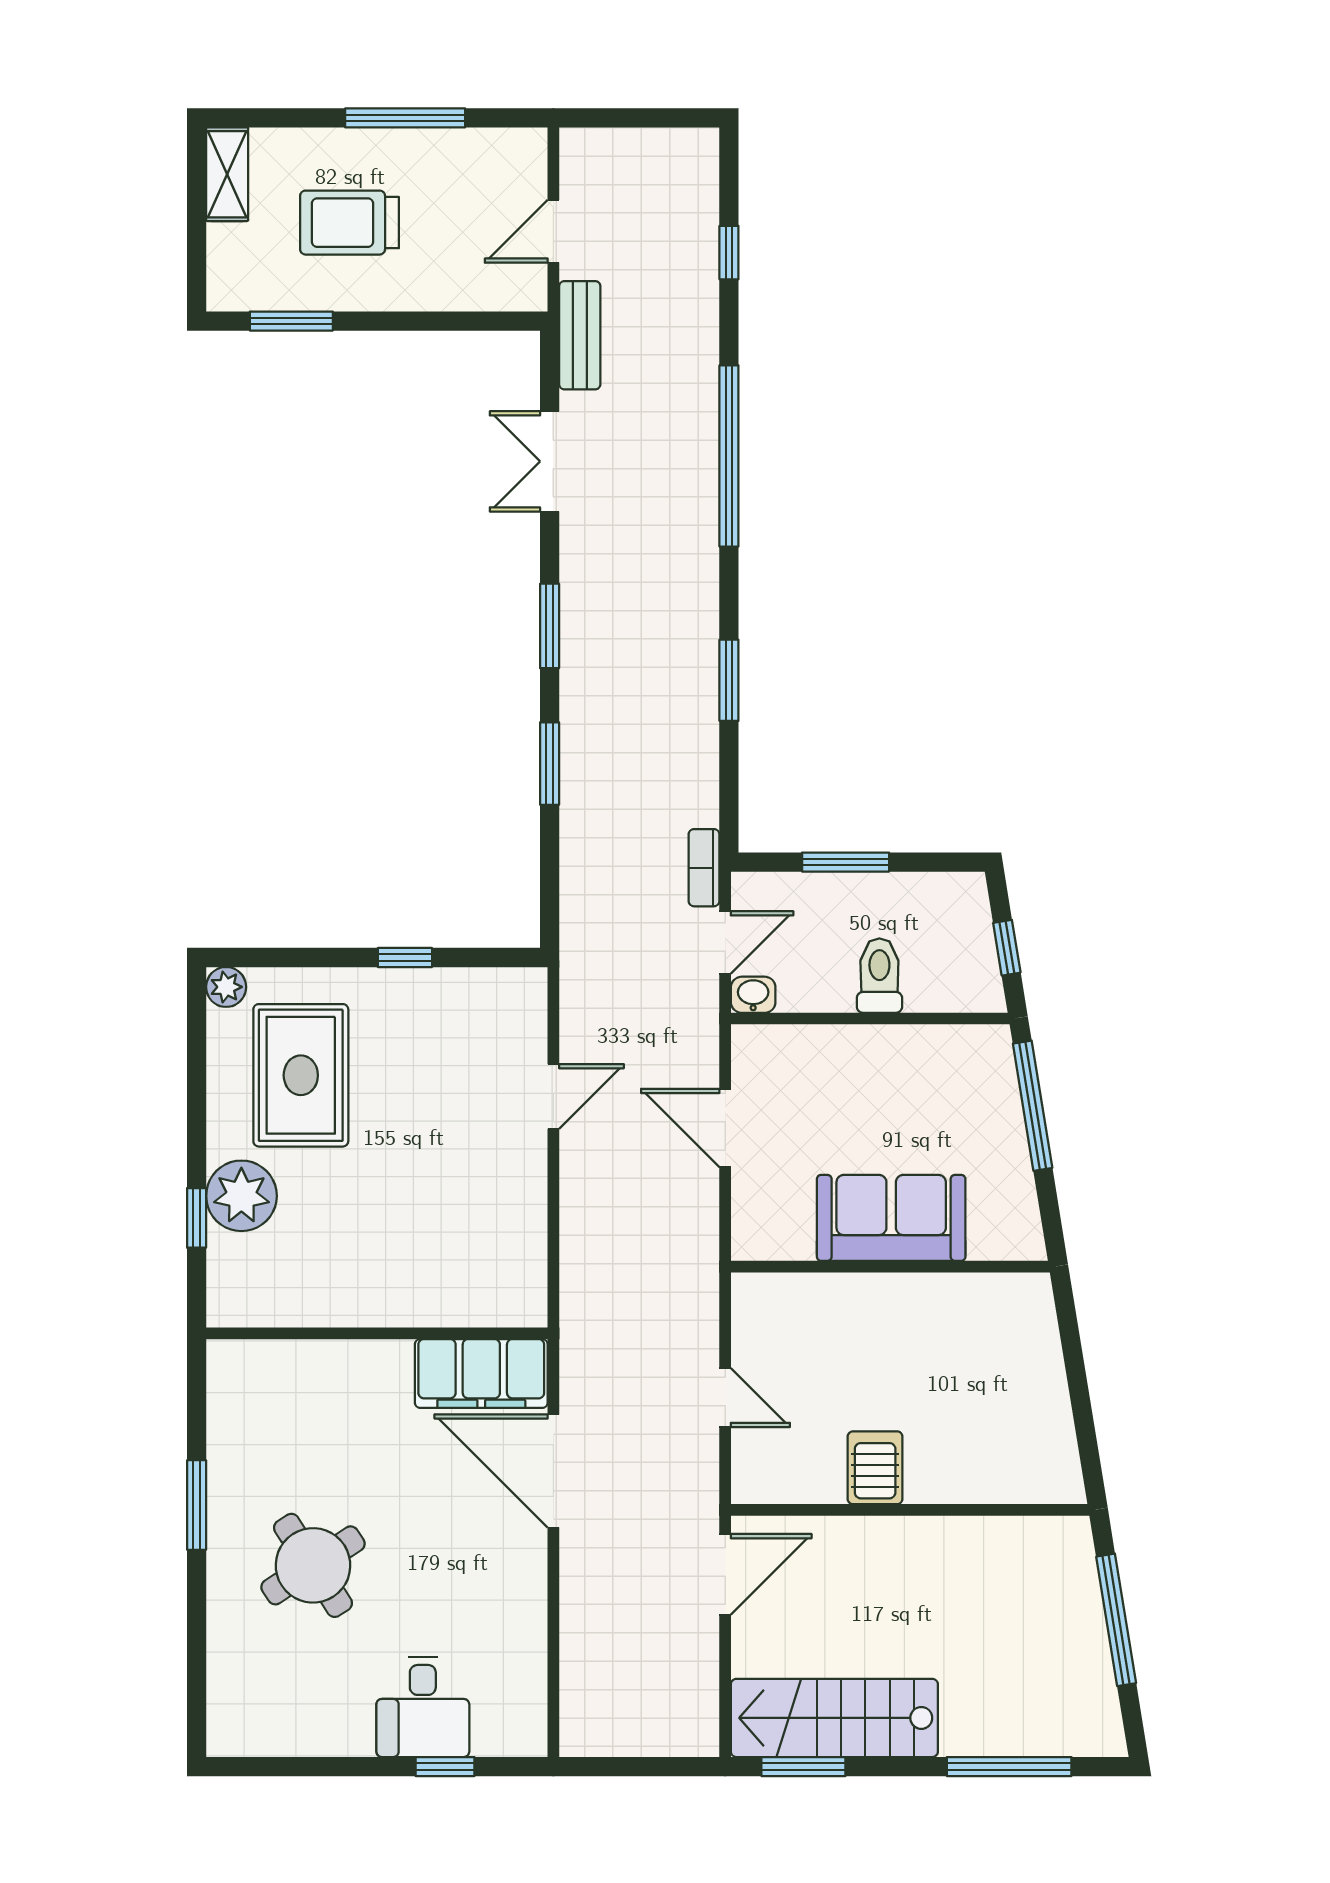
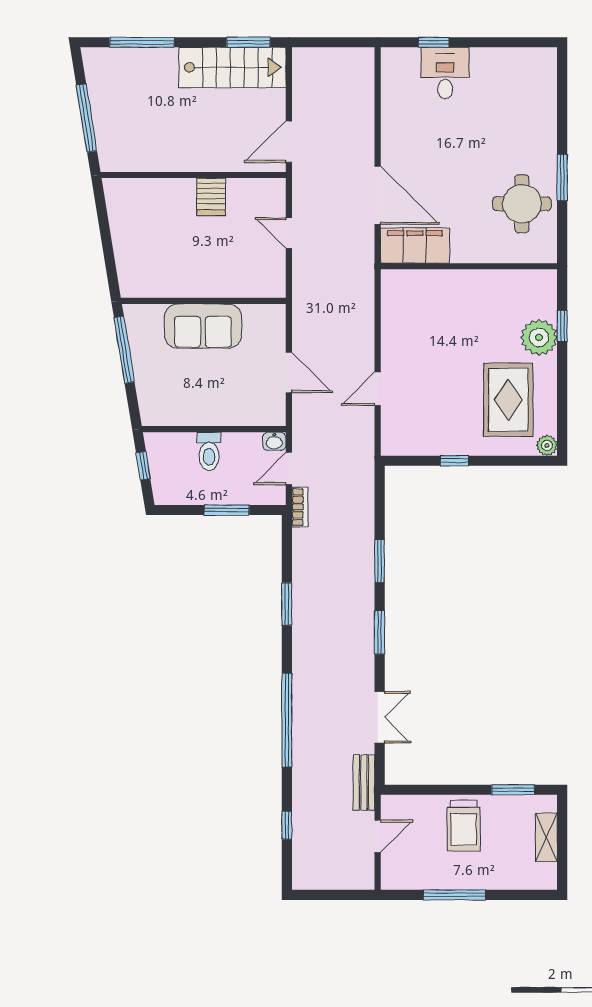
shelving: (227, 174) -> (546, 837), moved
trolley: (349, 223) -> (464, 826), moved, turned 90
window: (1033, 1106) -> (124, 350), moved
round table: (313, 1565) -> (522, 204), moved, turned 33

